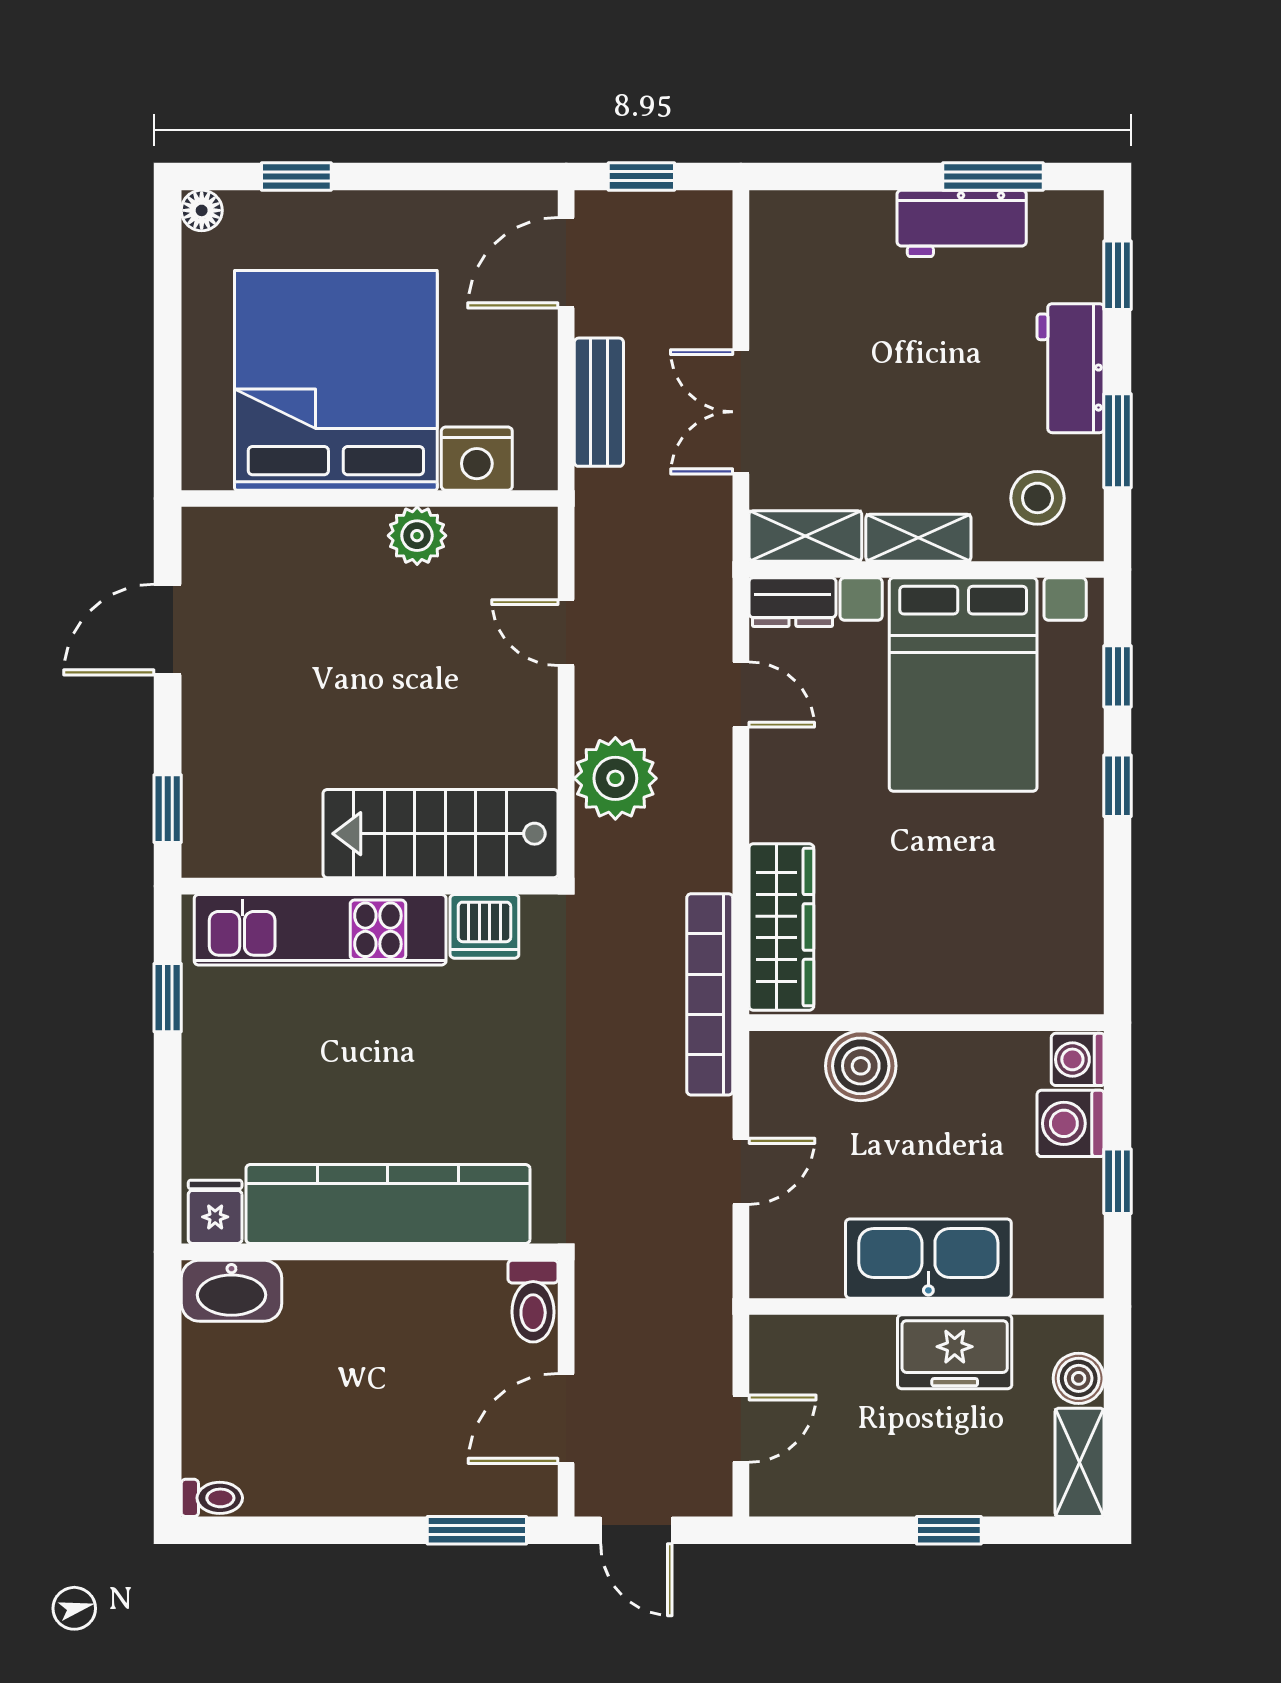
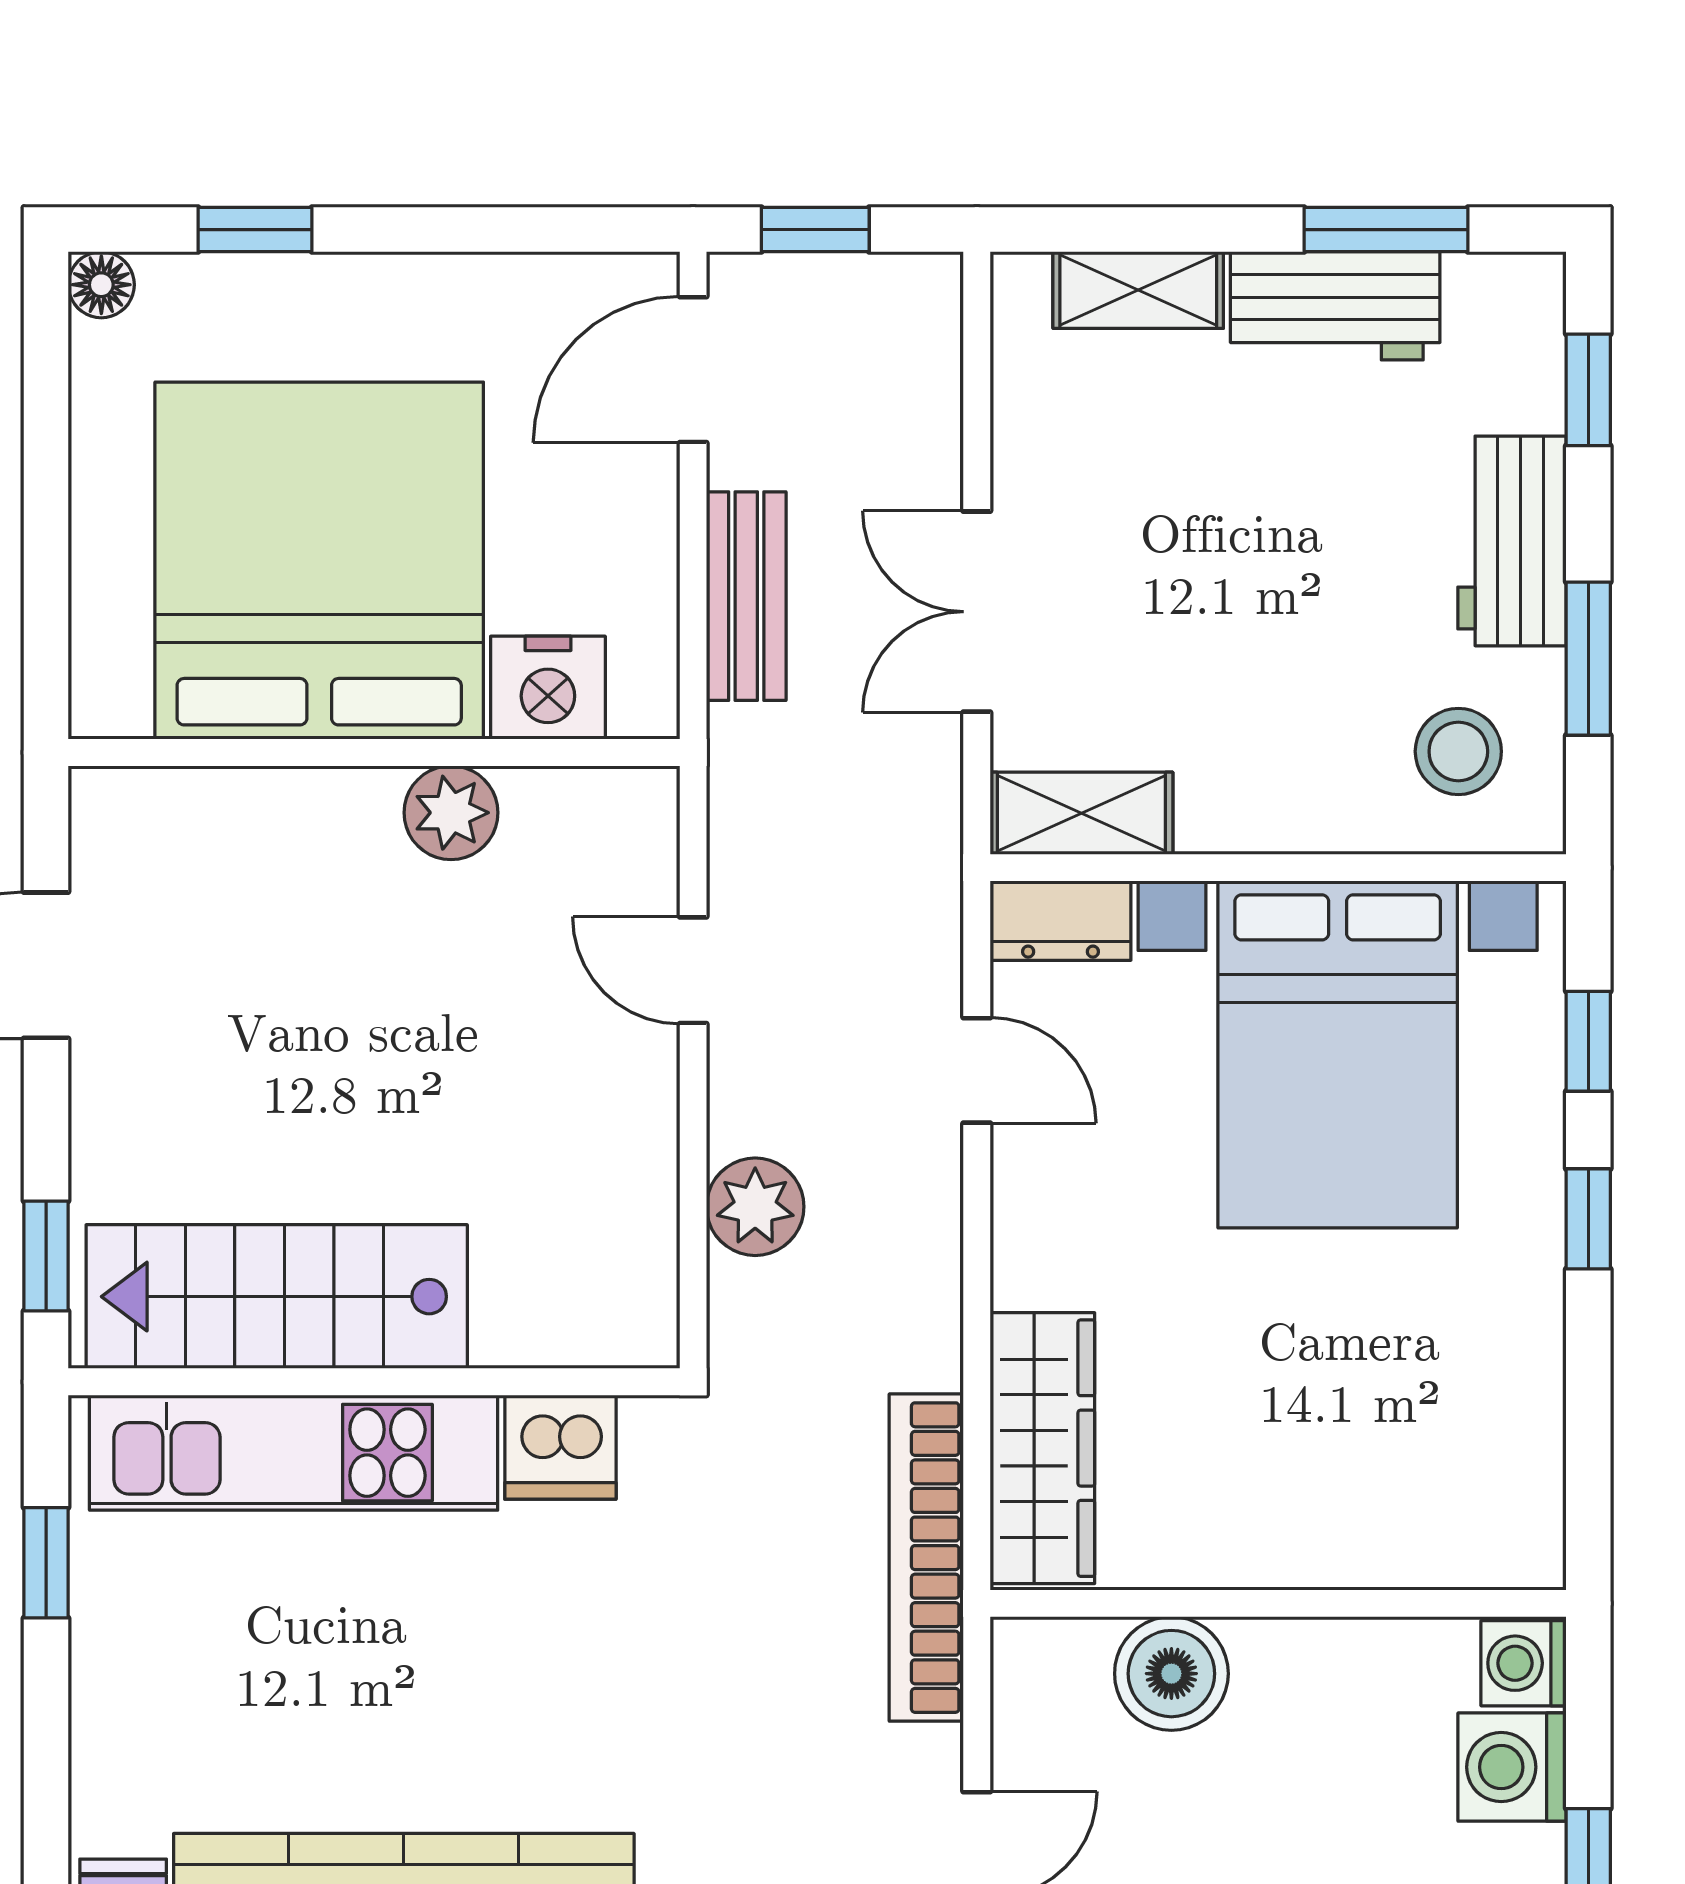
shelving: (918, 538) -> (1138, 290), moved
plant: (615, 778) -> (755, 1207), width x0.73, depth x0.73
stairs: (441, 834) -> (277, 1297), moved

